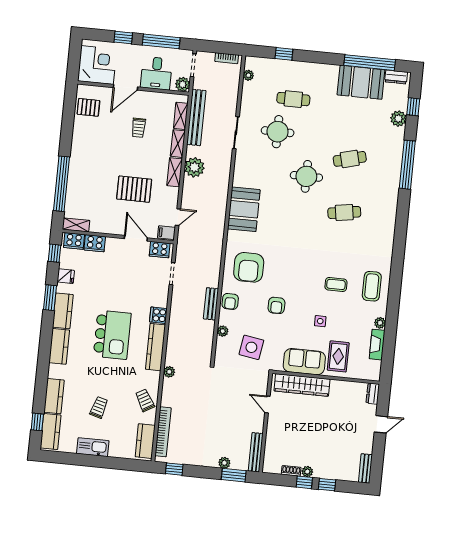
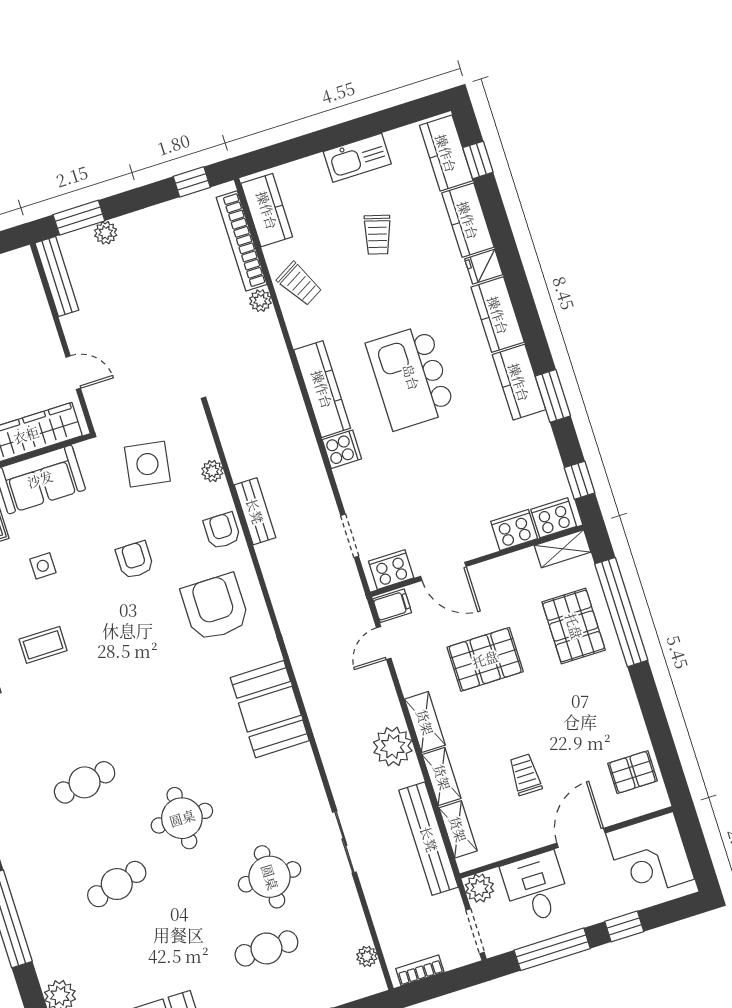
pallet: (86, 187) -> (574, 626), added
fridge: (66, 276) -> (484, 267), moved
plant: (169, 372) -> (260, 301), moved

